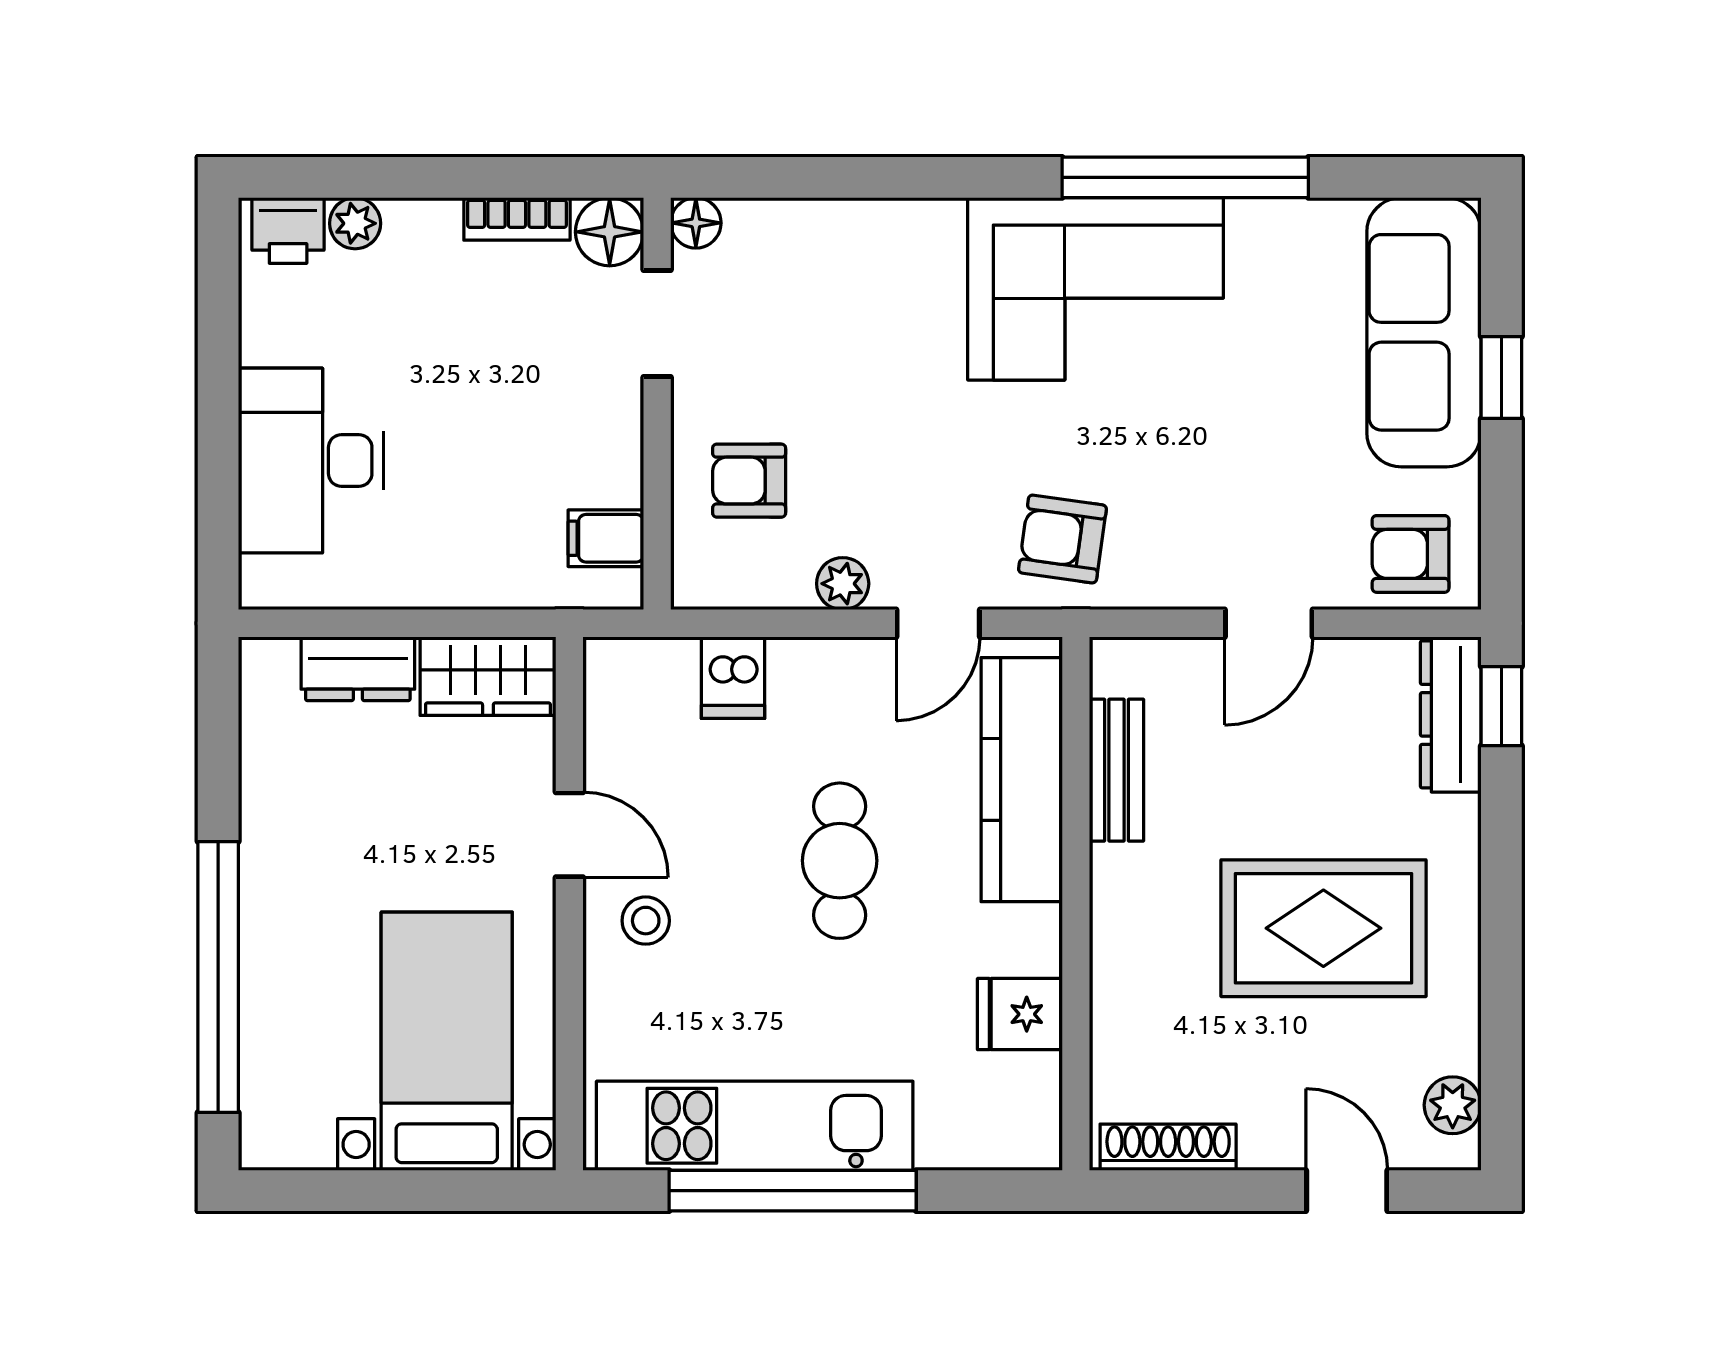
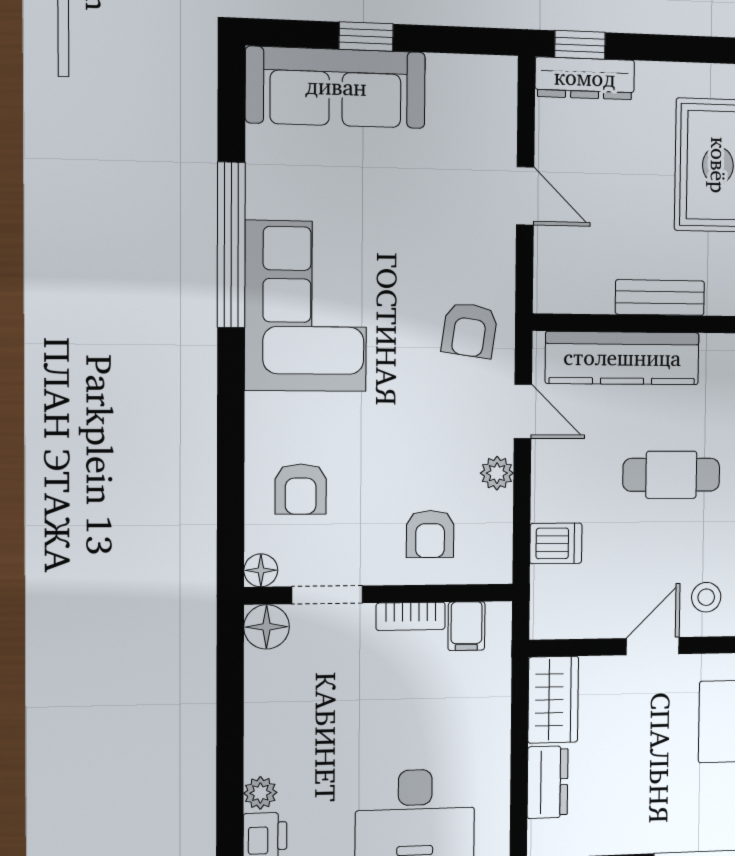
bookcase: (517, 219) -> (411, 616), moved, turned 90
armchair: (1411, 554) -> (301, 489), moved
bench: (1116, 770) -> (660, 298), moved

